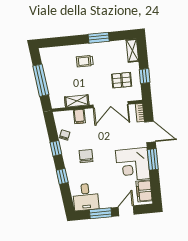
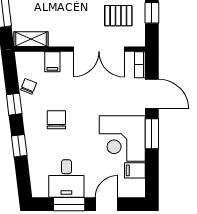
shelving: (77, 101) -> (31, 39), moved
filing cabinet: (144, 191) -> (135, 170), width x0.50
desk: (86, 197) -> (66, 178), moved

